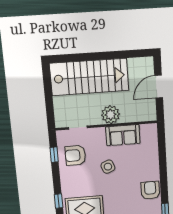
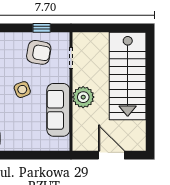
sofa: (123, 135) -> (58, 110), width x1.36
armchair: (75, 155) -> (39, 52), turned 100

